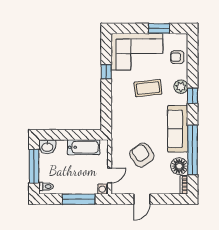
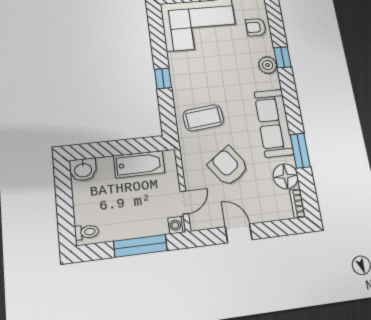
window: (106, 72) -> (163, 78), moved
coffee table: (148, 88) -> (203, 118), moved
window: (193, 96) -> (282, 57), moved
window: (193, 150) -> (300, 151), width x0.47
window: (34, 166) -> (65, 202), removed
door: (142, 199) -> (239, 233), swing flipped

